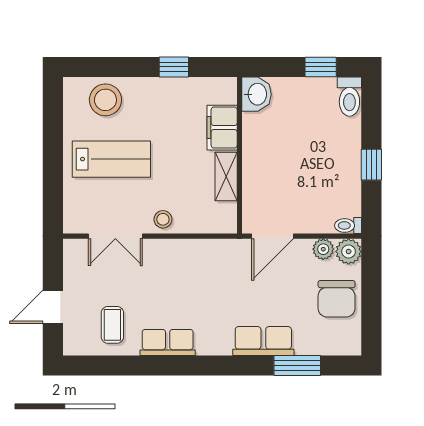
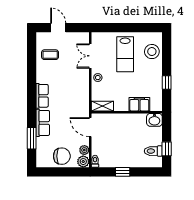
toilet: (349, 97) -> (153, 151), moved
shelving: (226, 176) -> (102, 106), moved
chair: (337, 299) -> (62, 156), turned 180
row of seats: (168, 342) -> (42, 96), moved

